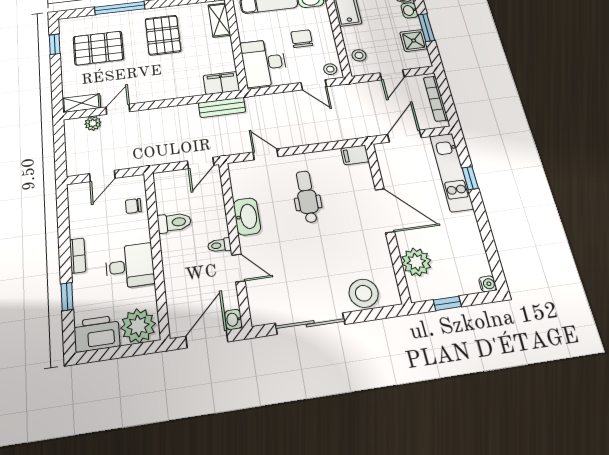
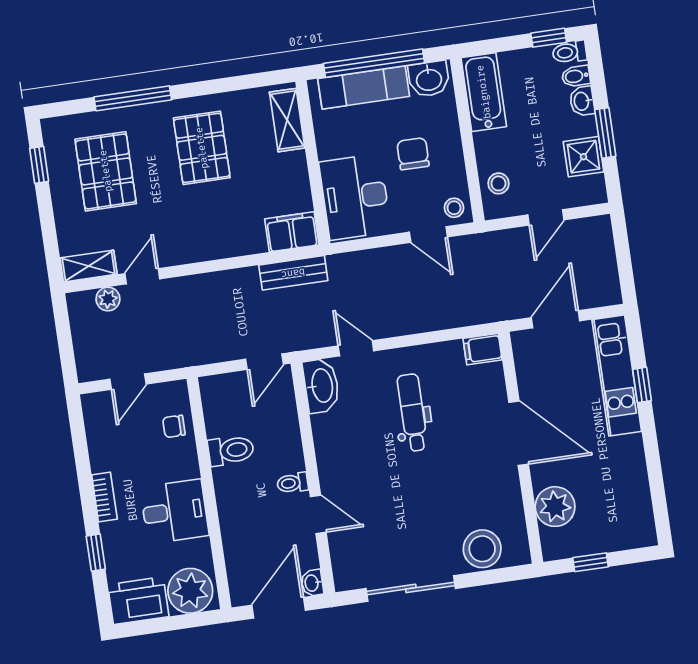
pallet: (98, 48) -> (106, 171), turned 90
bookcase: (436, 99) -> (607, 258), removed
washbasin: (247, 217) -> (321, 386), moved
water cooler: (488, 284) -> (647, 537), removed

